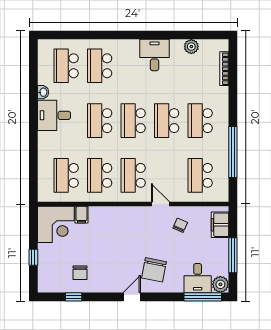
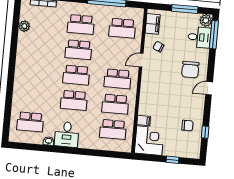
desk: (155, 55) -> (28, 54), removed
school desk: (100, 66) -> (33, 97), removed
filing cabinet: (220, 225) -> (153, 24), moved, turned -90
chair: (154, 270) -> (190, 70), turned 79
door: (132, 297) -> (209, 88), hinge flipped

